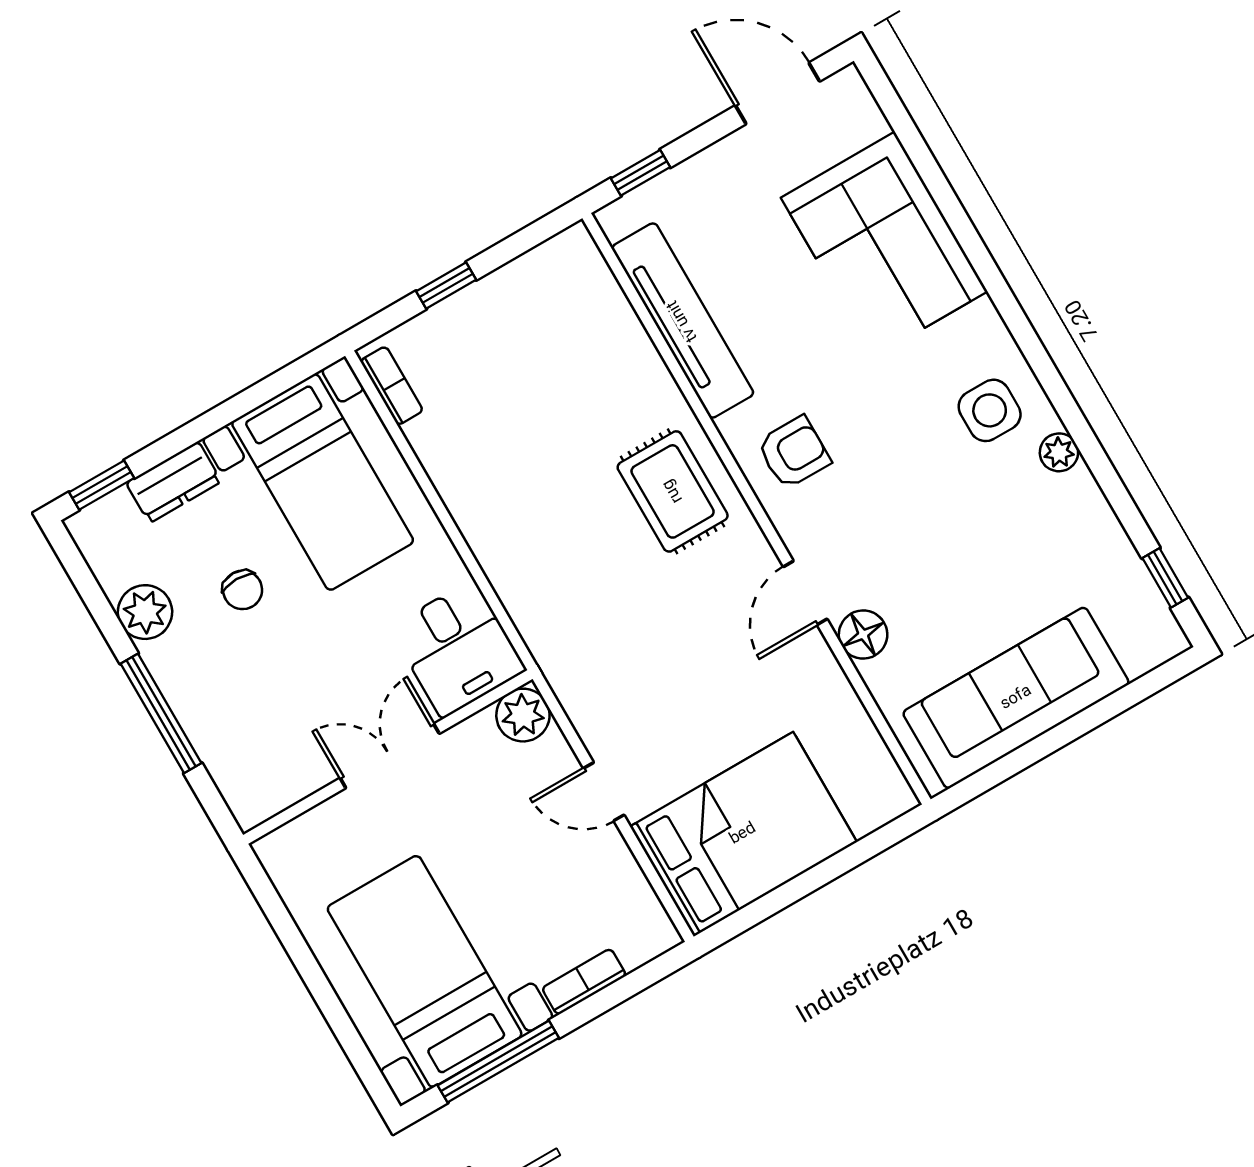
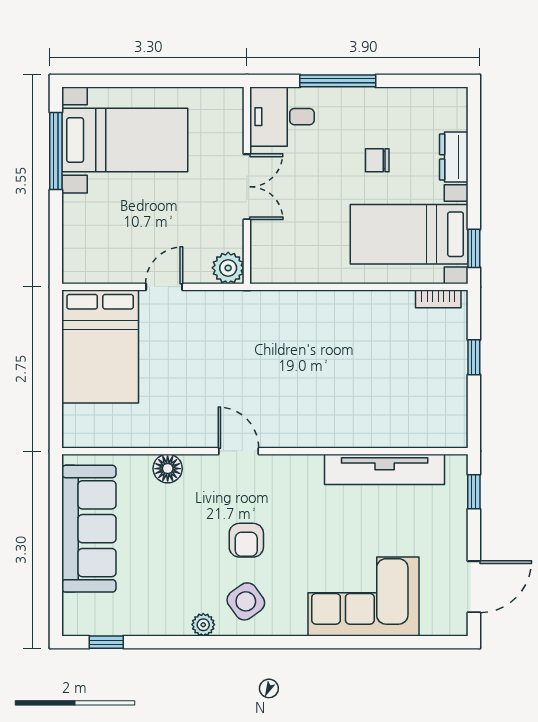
side table: (990, 410) -> (246, 601), turned -36
armchair: (794, 452) -> (246, 540), moved
window: (102, 485) -> (474, 248), moved
rug: (673, 491) -> (299, 413), removed
door: (805, 593) -> (238, 451), moved
plant: (145, 612) -> (395, 103), removed
desk: (458, 649) -> (282, 117), moved
bookcase: (584, 982) -> (72, 220), removed

